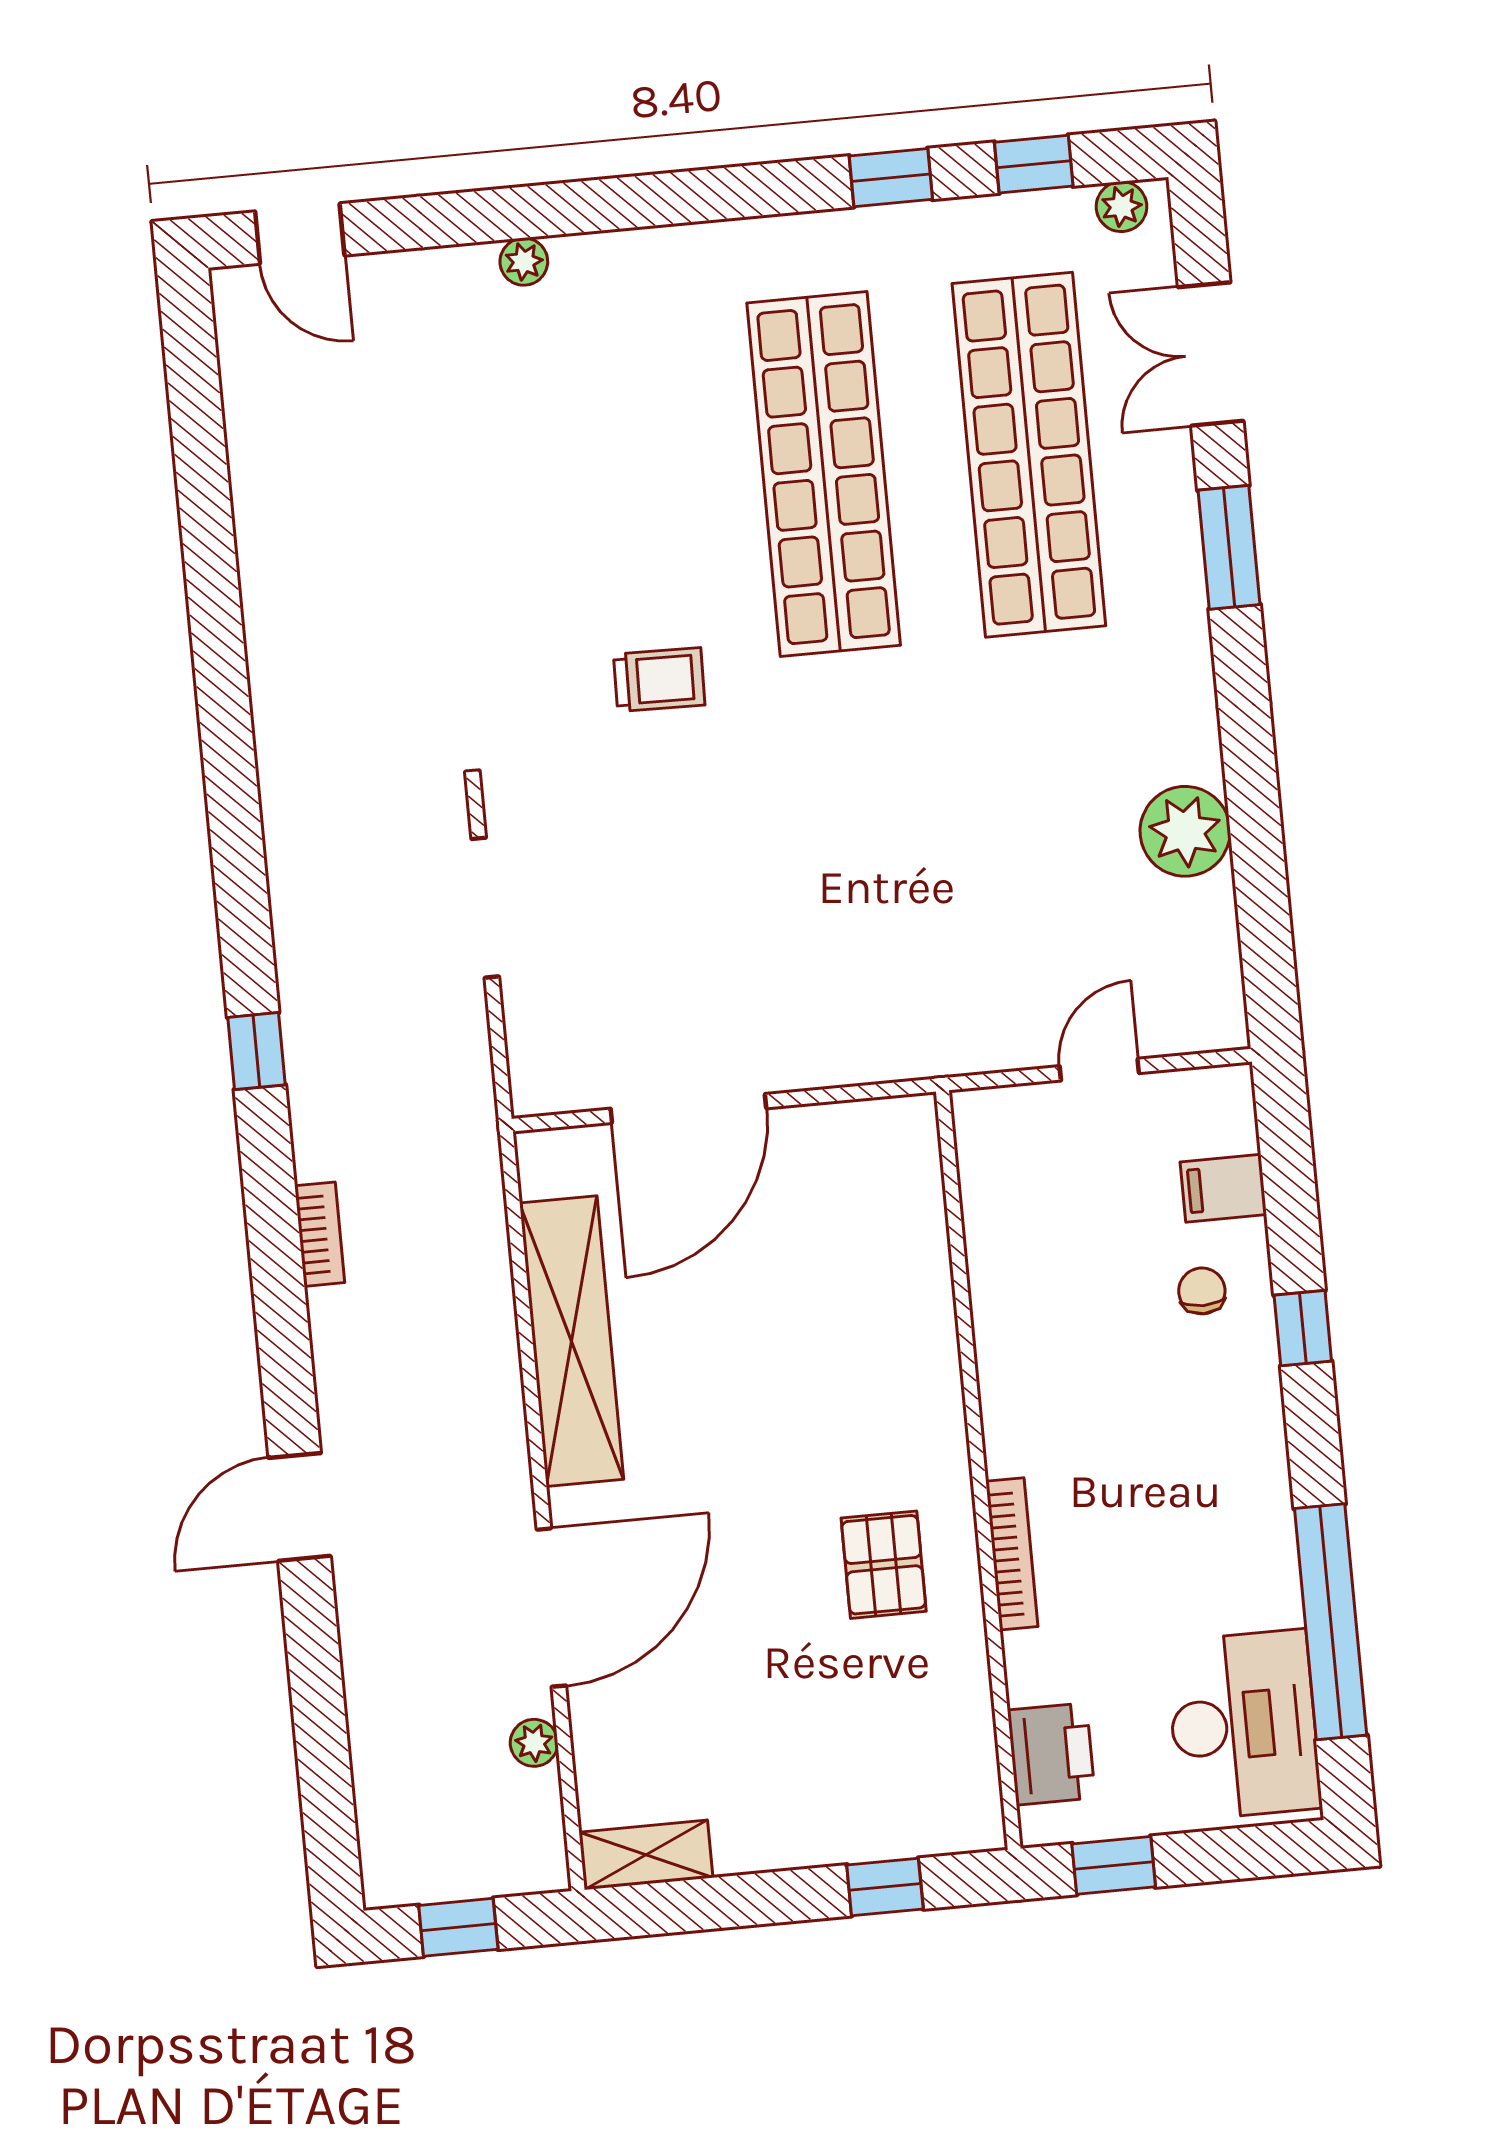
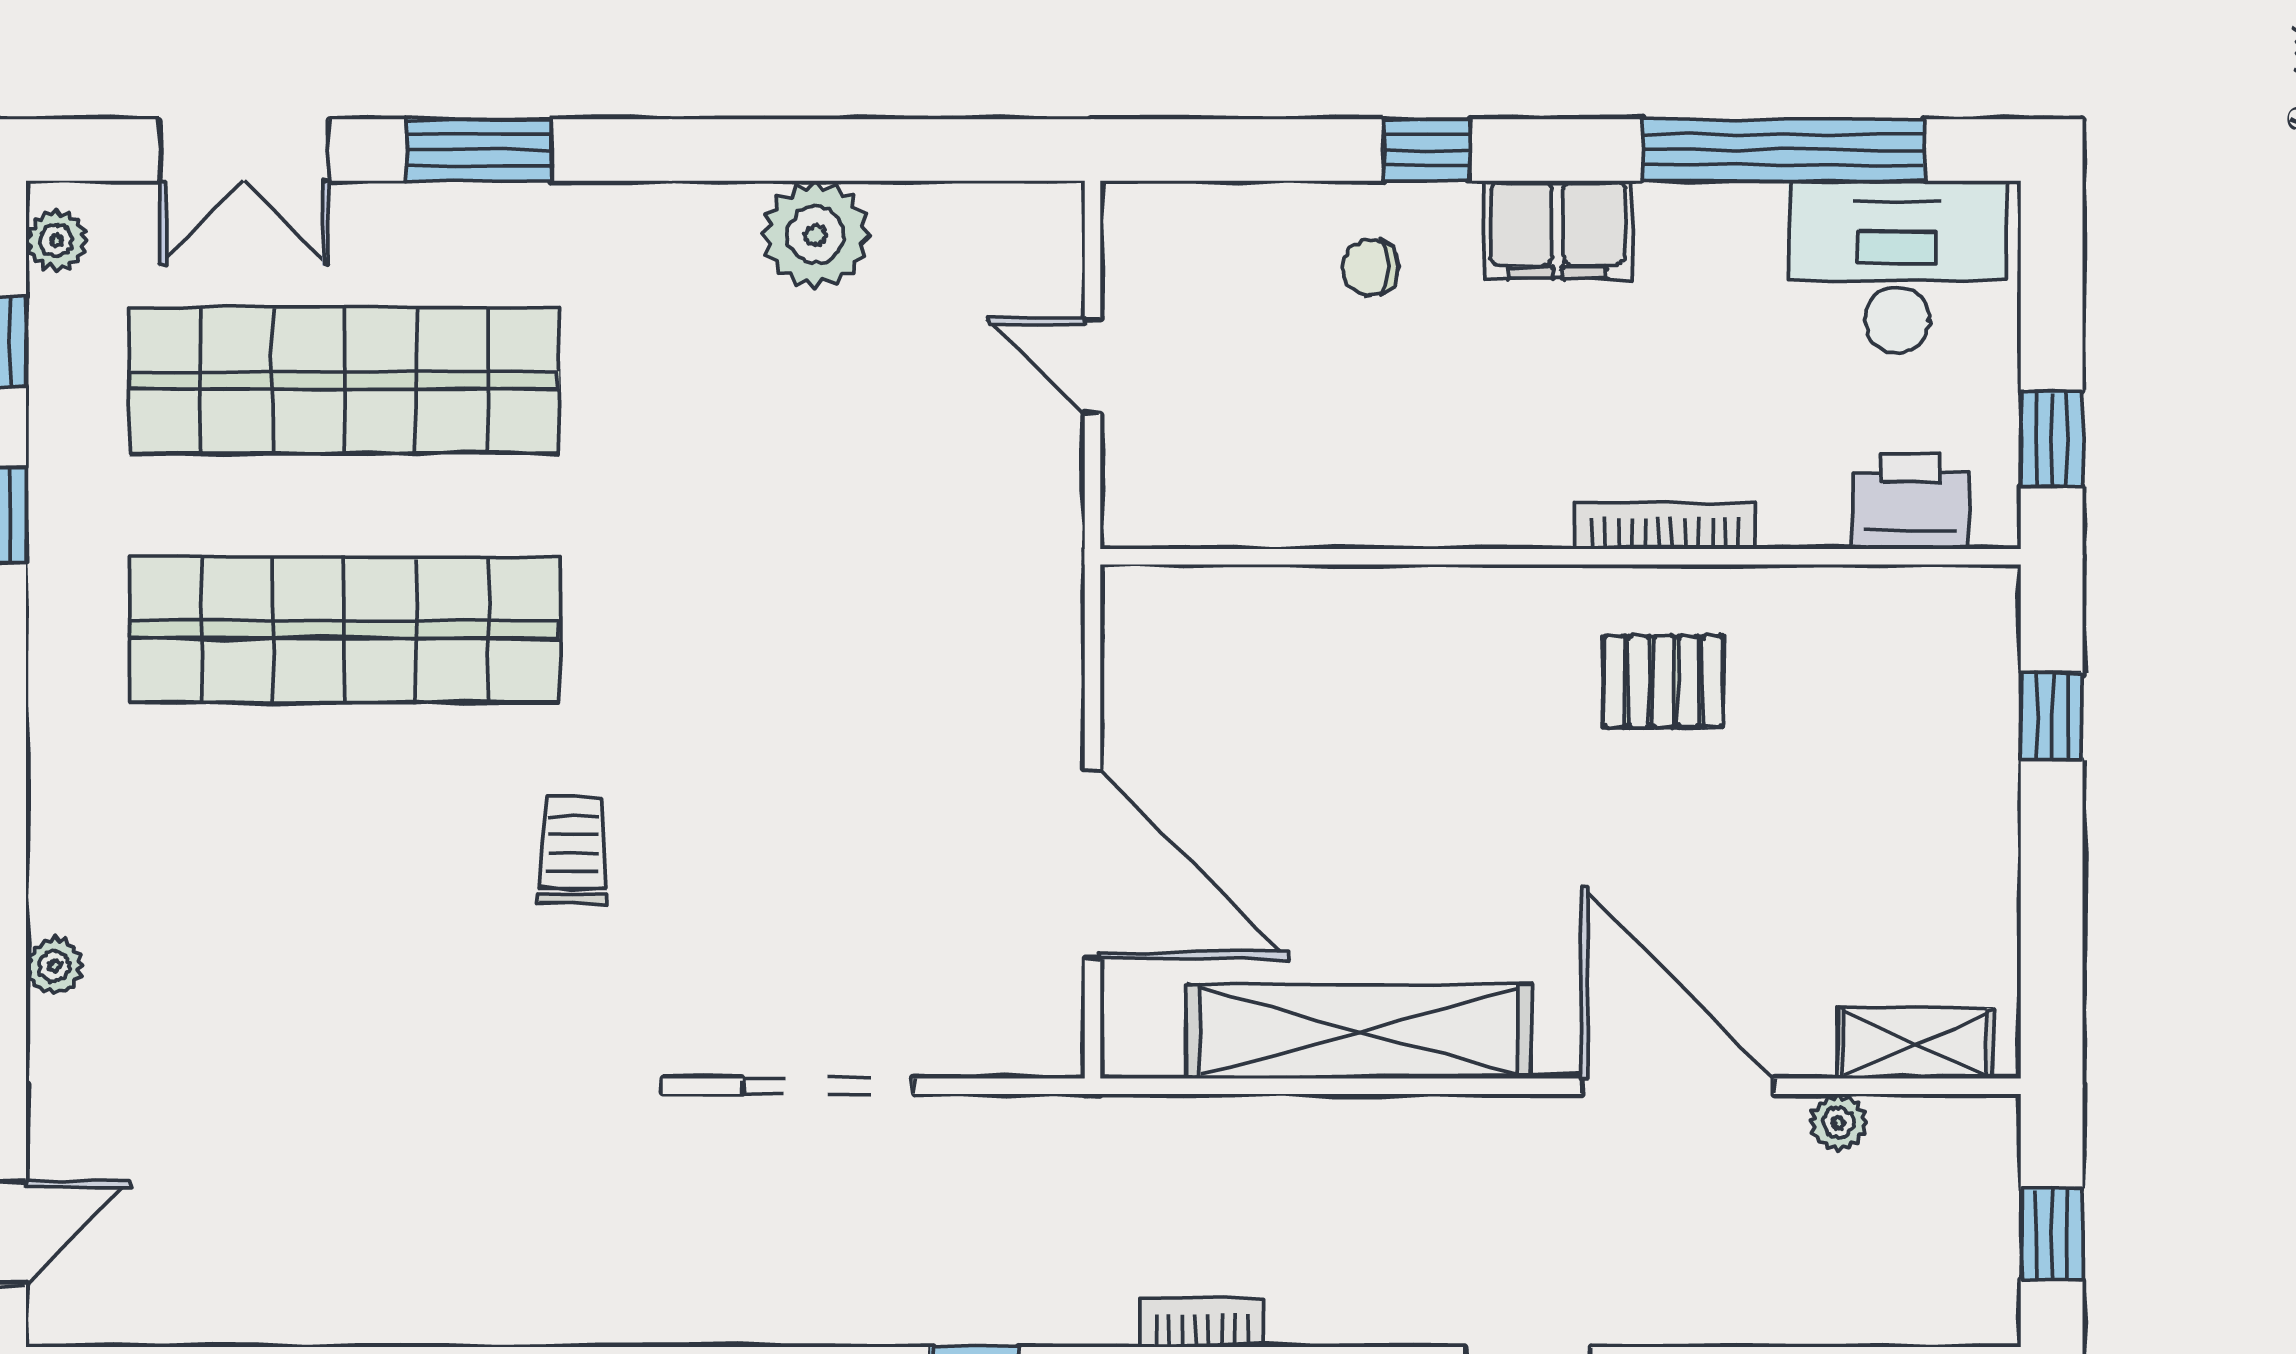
filing cabinet: (1223, 1188) -> (1558, 230), moved, width x2.00
shelving: (646, 1855) -> (1915, 1043), moved, turned 90

